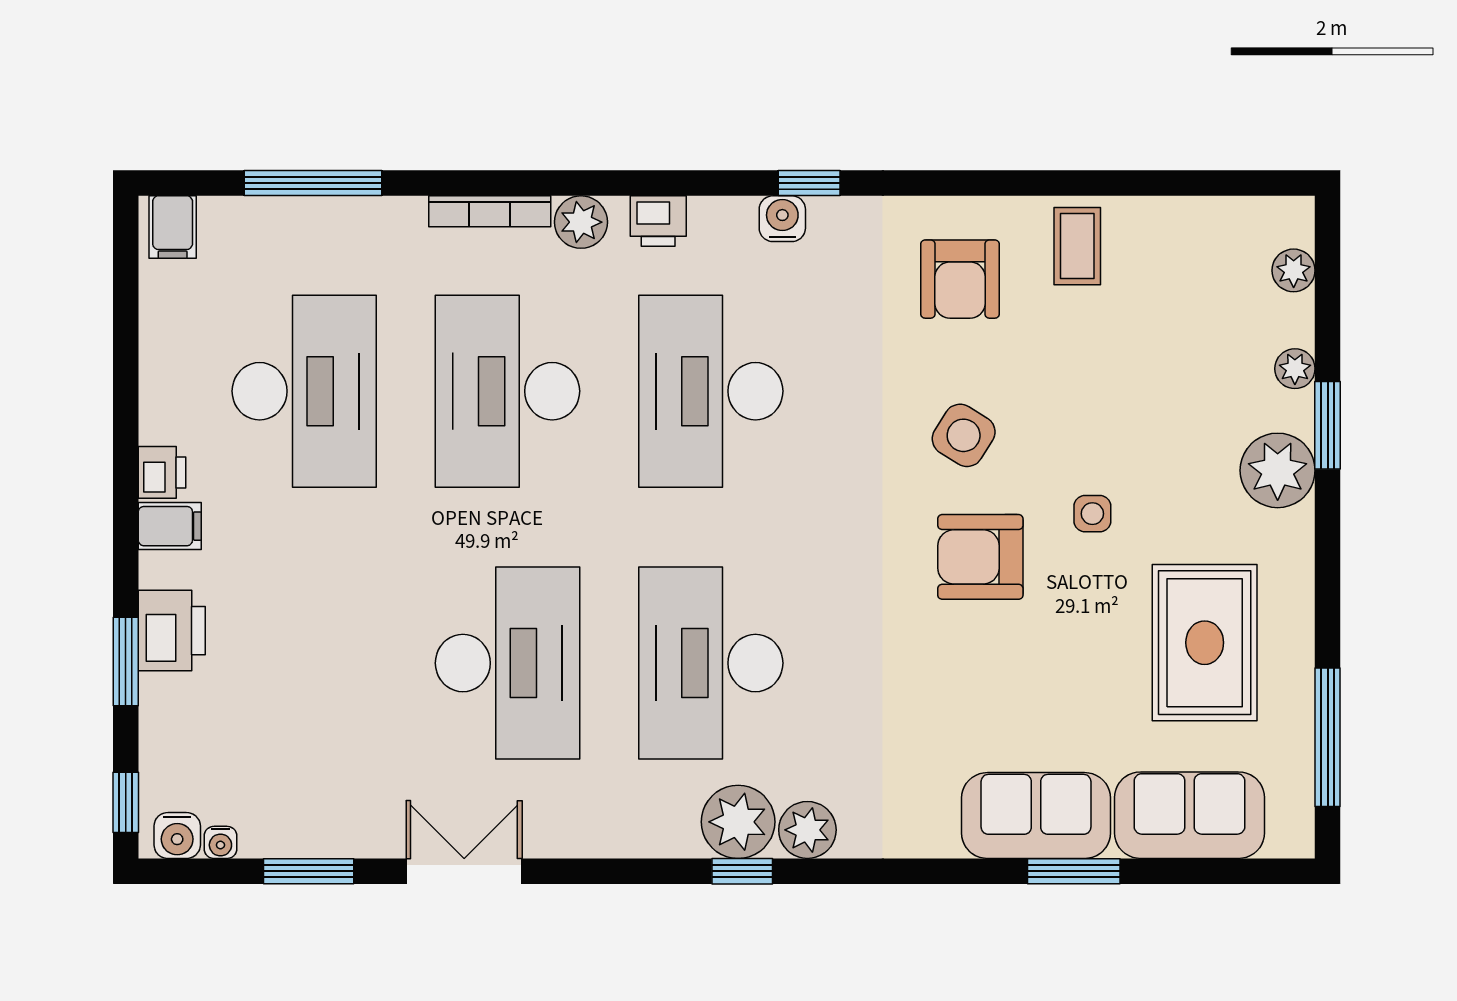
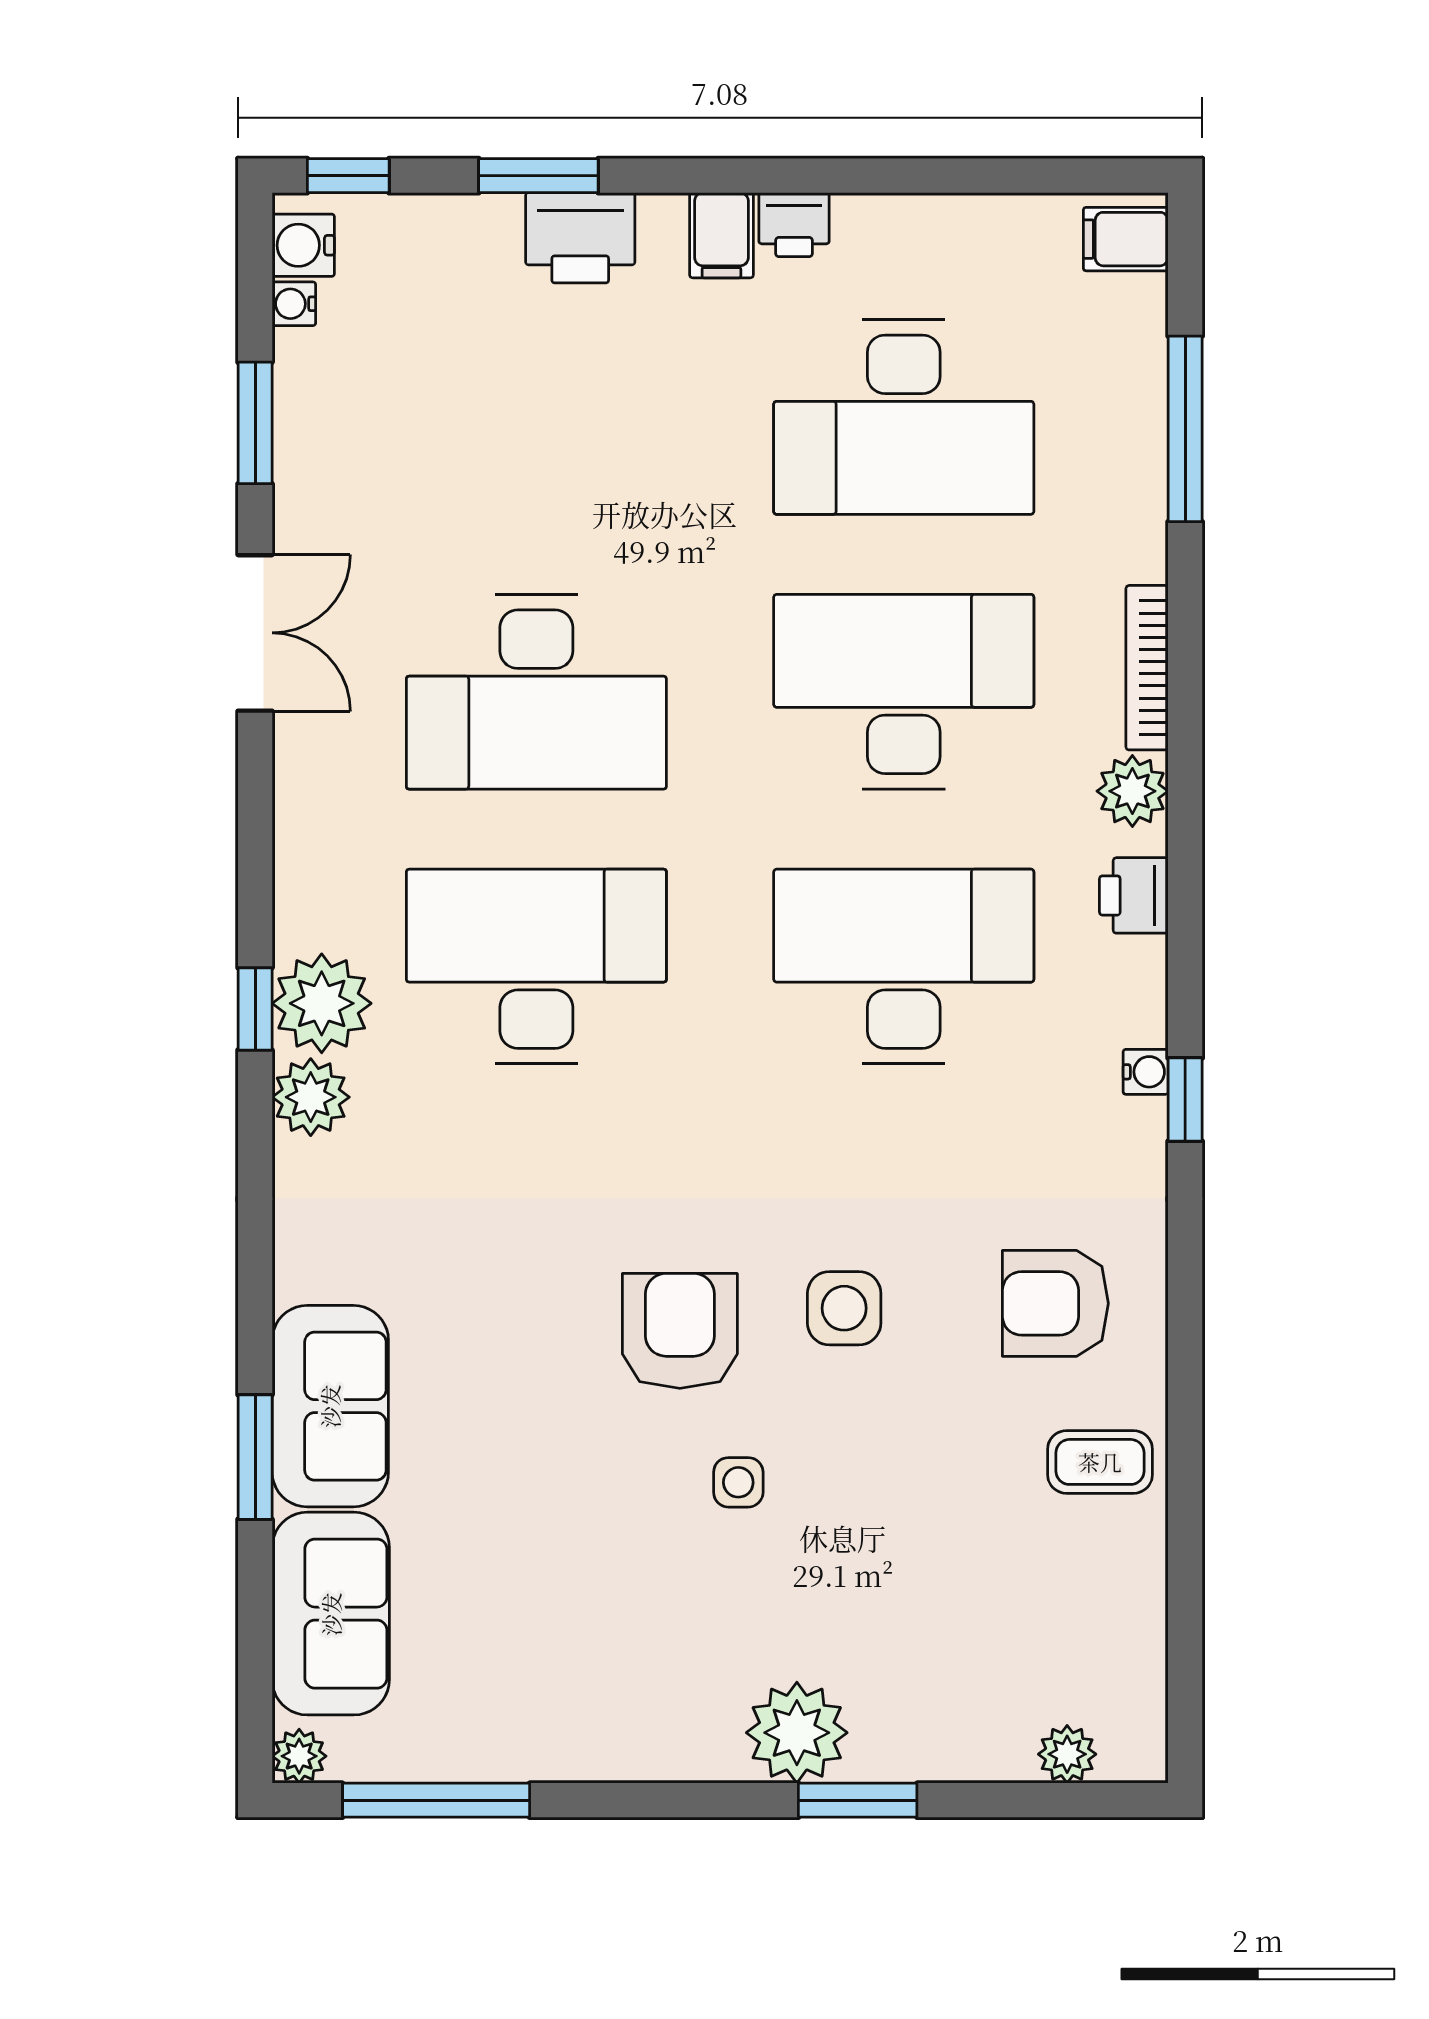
water cooler: (782, 219) -> (1146, 1072), width x0.72, depth x0.72
plant: (1295, 369) -> (299, 1756), moved
side table: (964, 435) -> (844, 1308), turned -32
rug: (1205, 643) -> (564, 1634), removed

